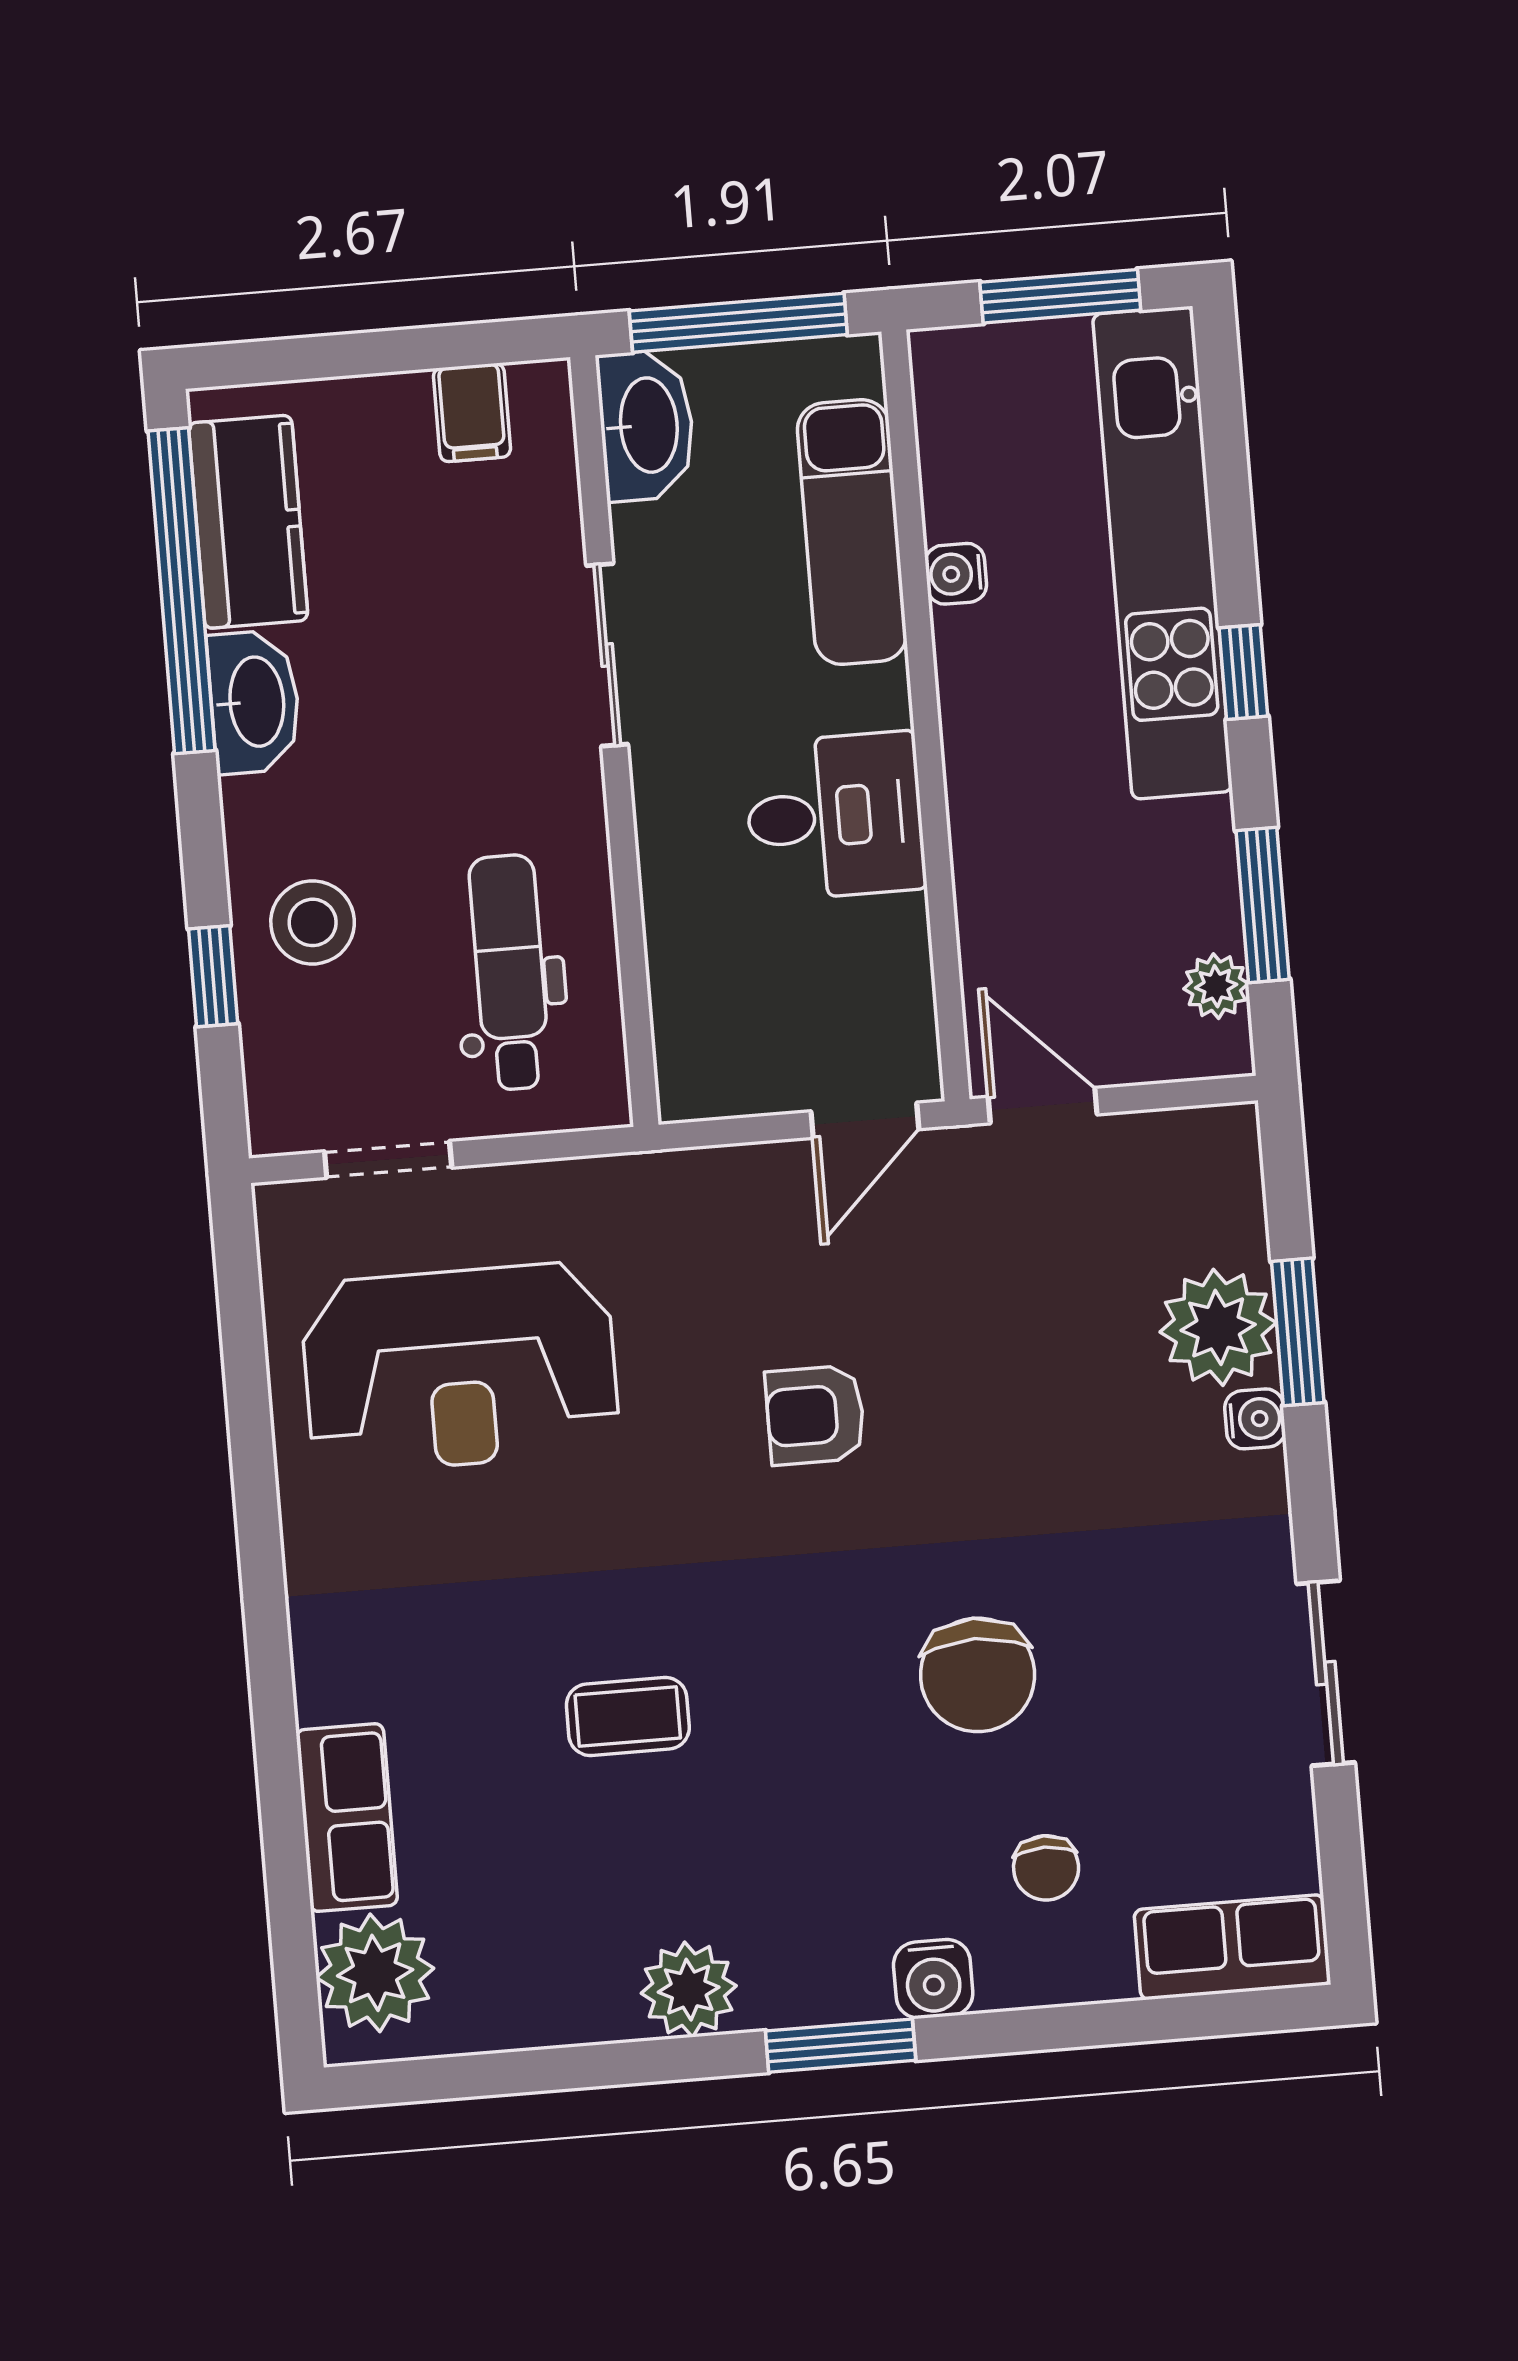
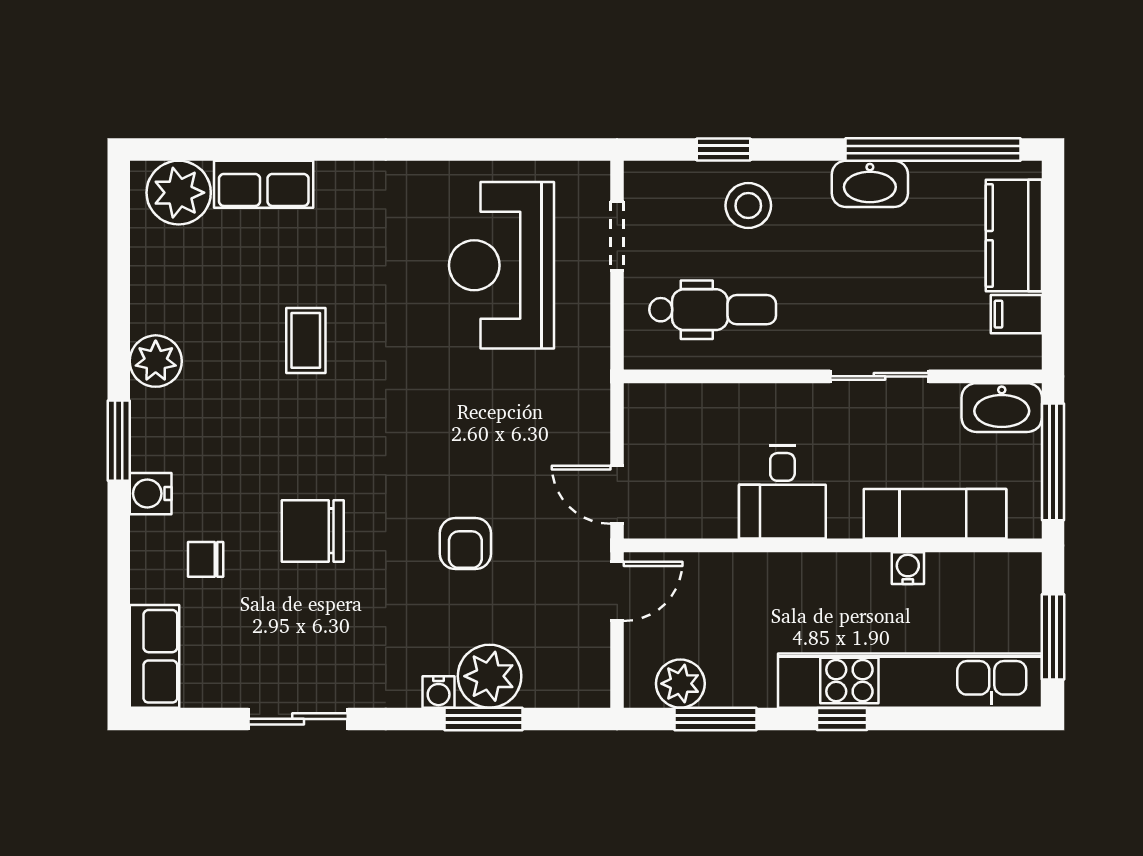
kitchen counter: (248, 522) -> (1014, 236), moved, turned 90
plant: (1216, 986) -> (680, 684), width x1.38, depth x1.38
armchair: (815, 1415) -> (465, 543), moved, turned 180

